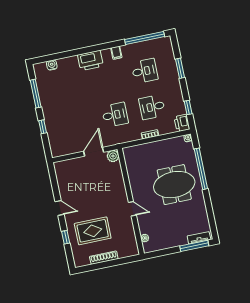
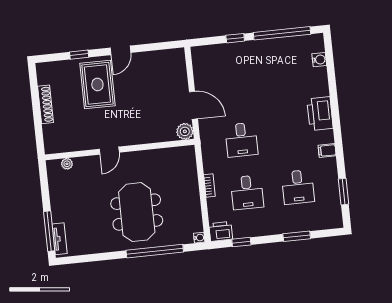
window: (145, 38) -> (344, 192), width x0.47
window: (36, 94) -> (282, 33), width x1.46
desk: (152, 107) -> (247, 192), turned 180
rug: (93, 231) -> (97, 84), moved

